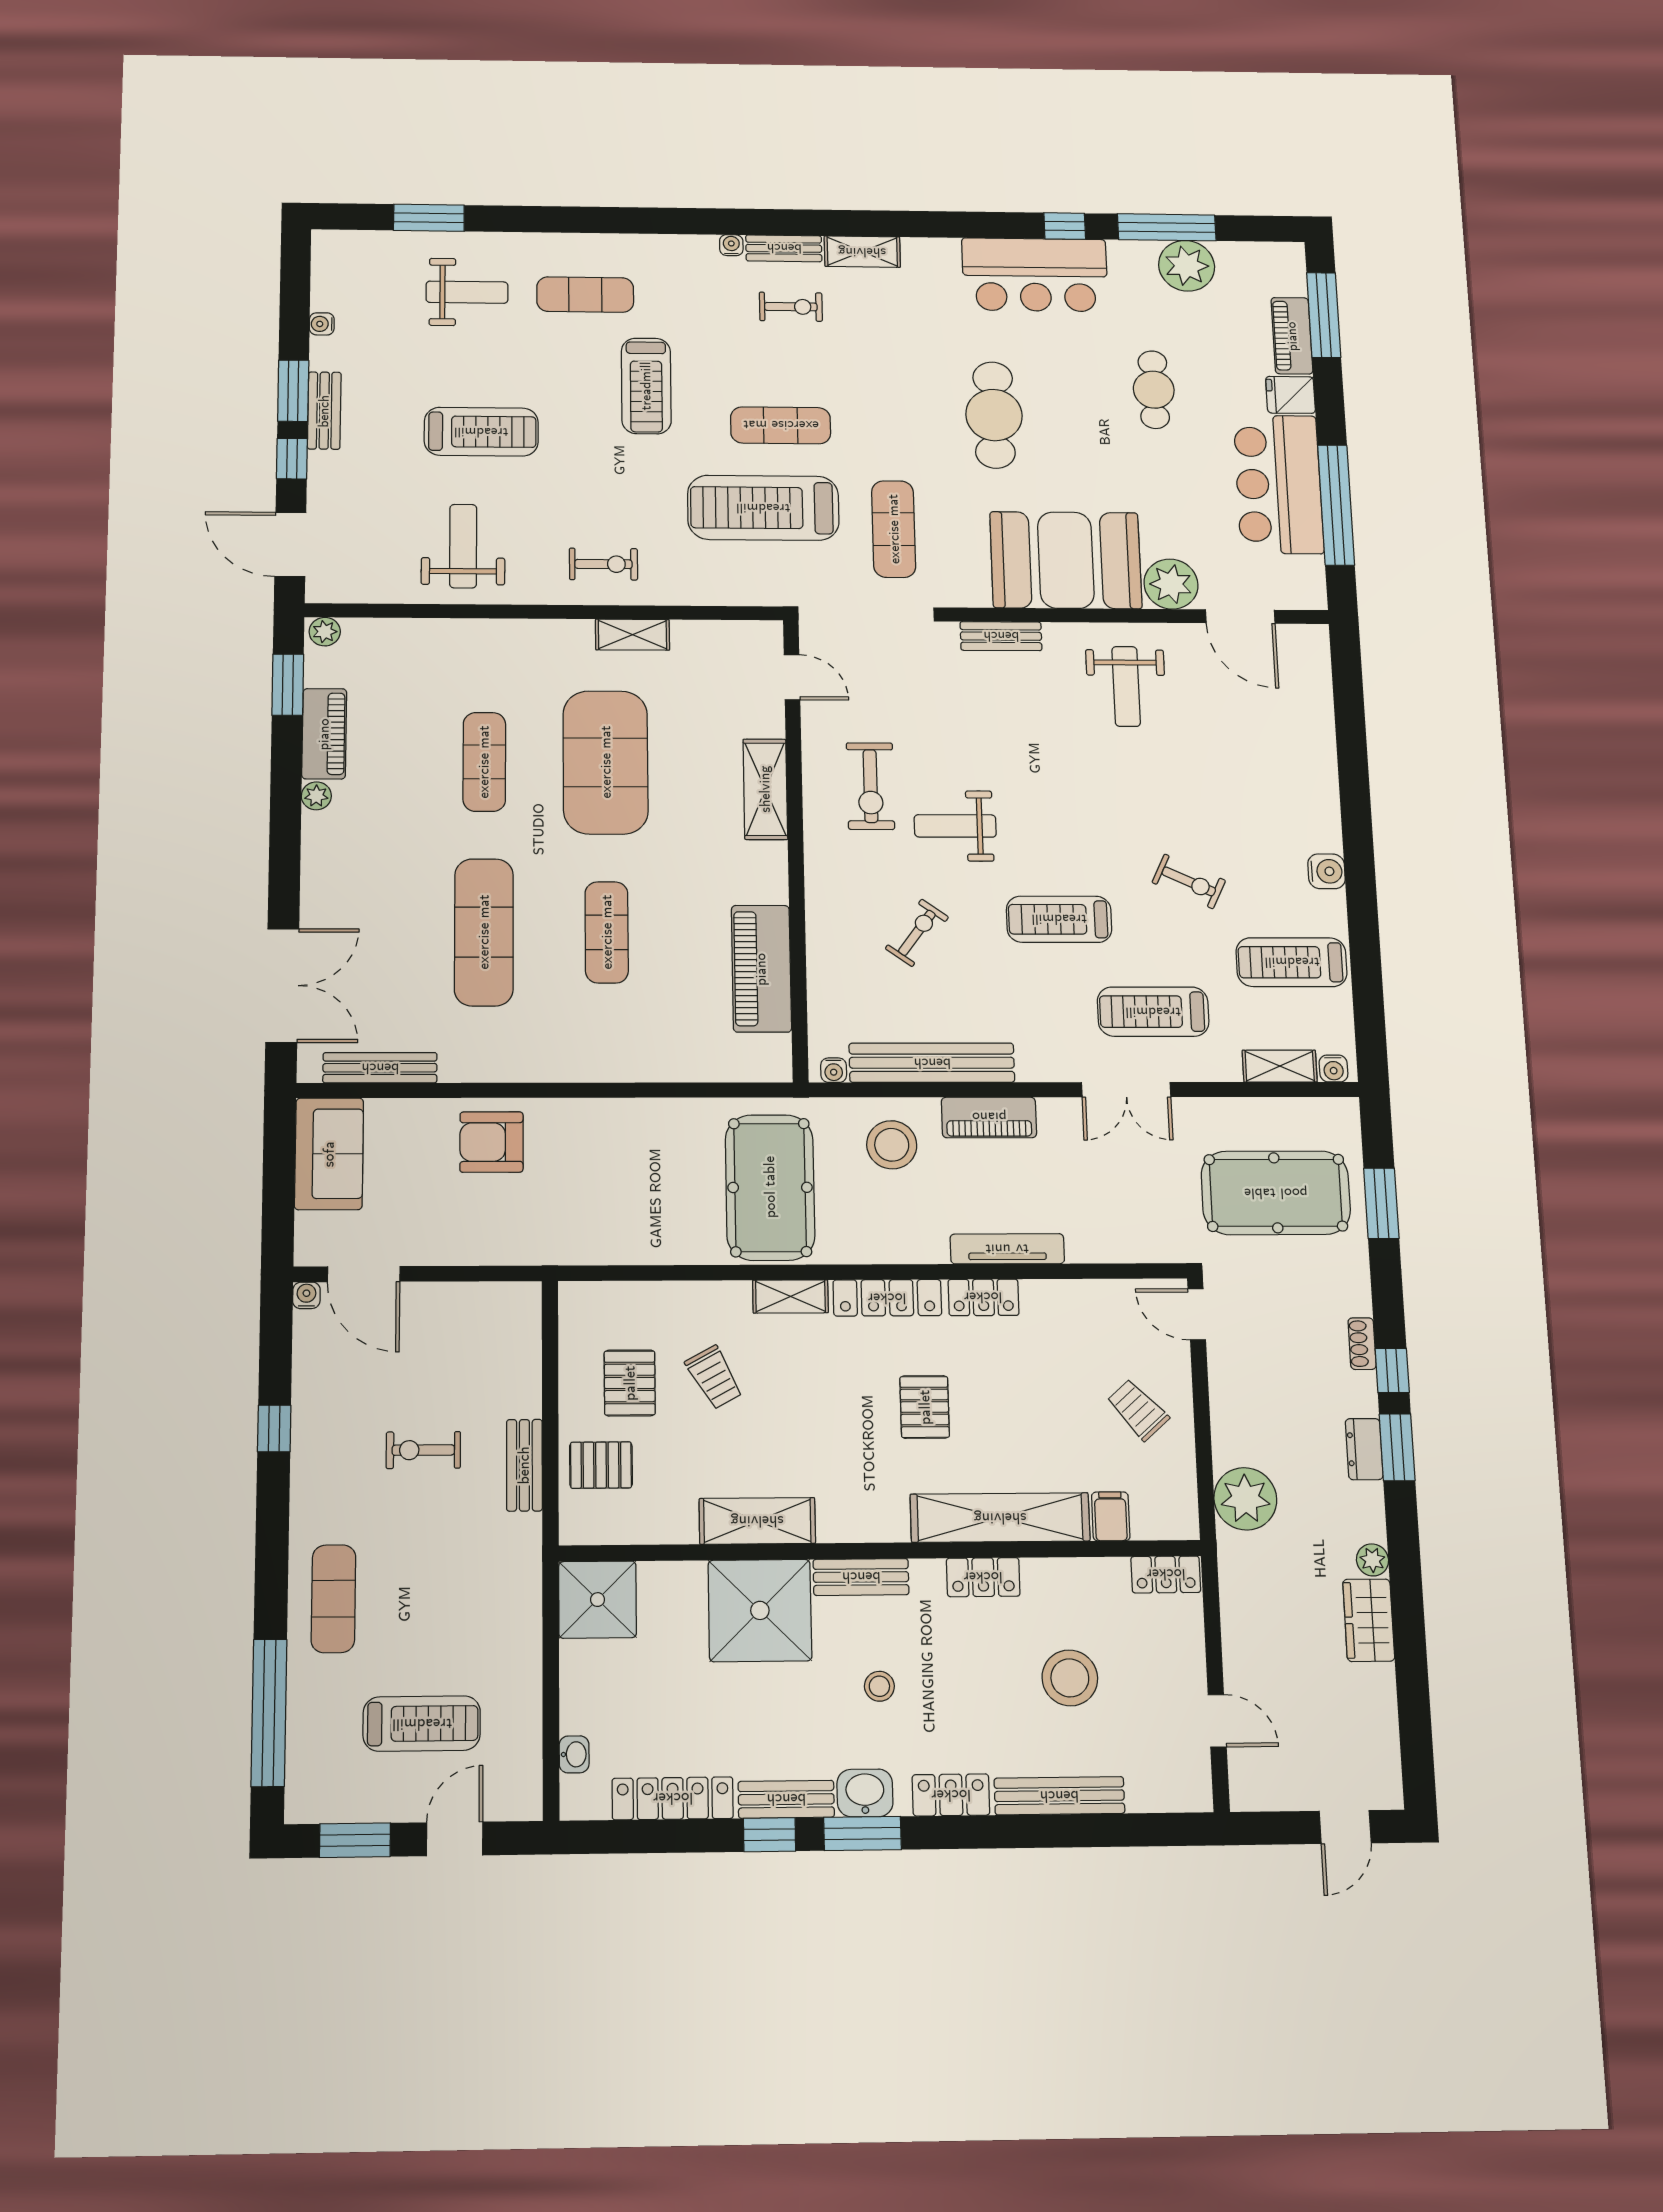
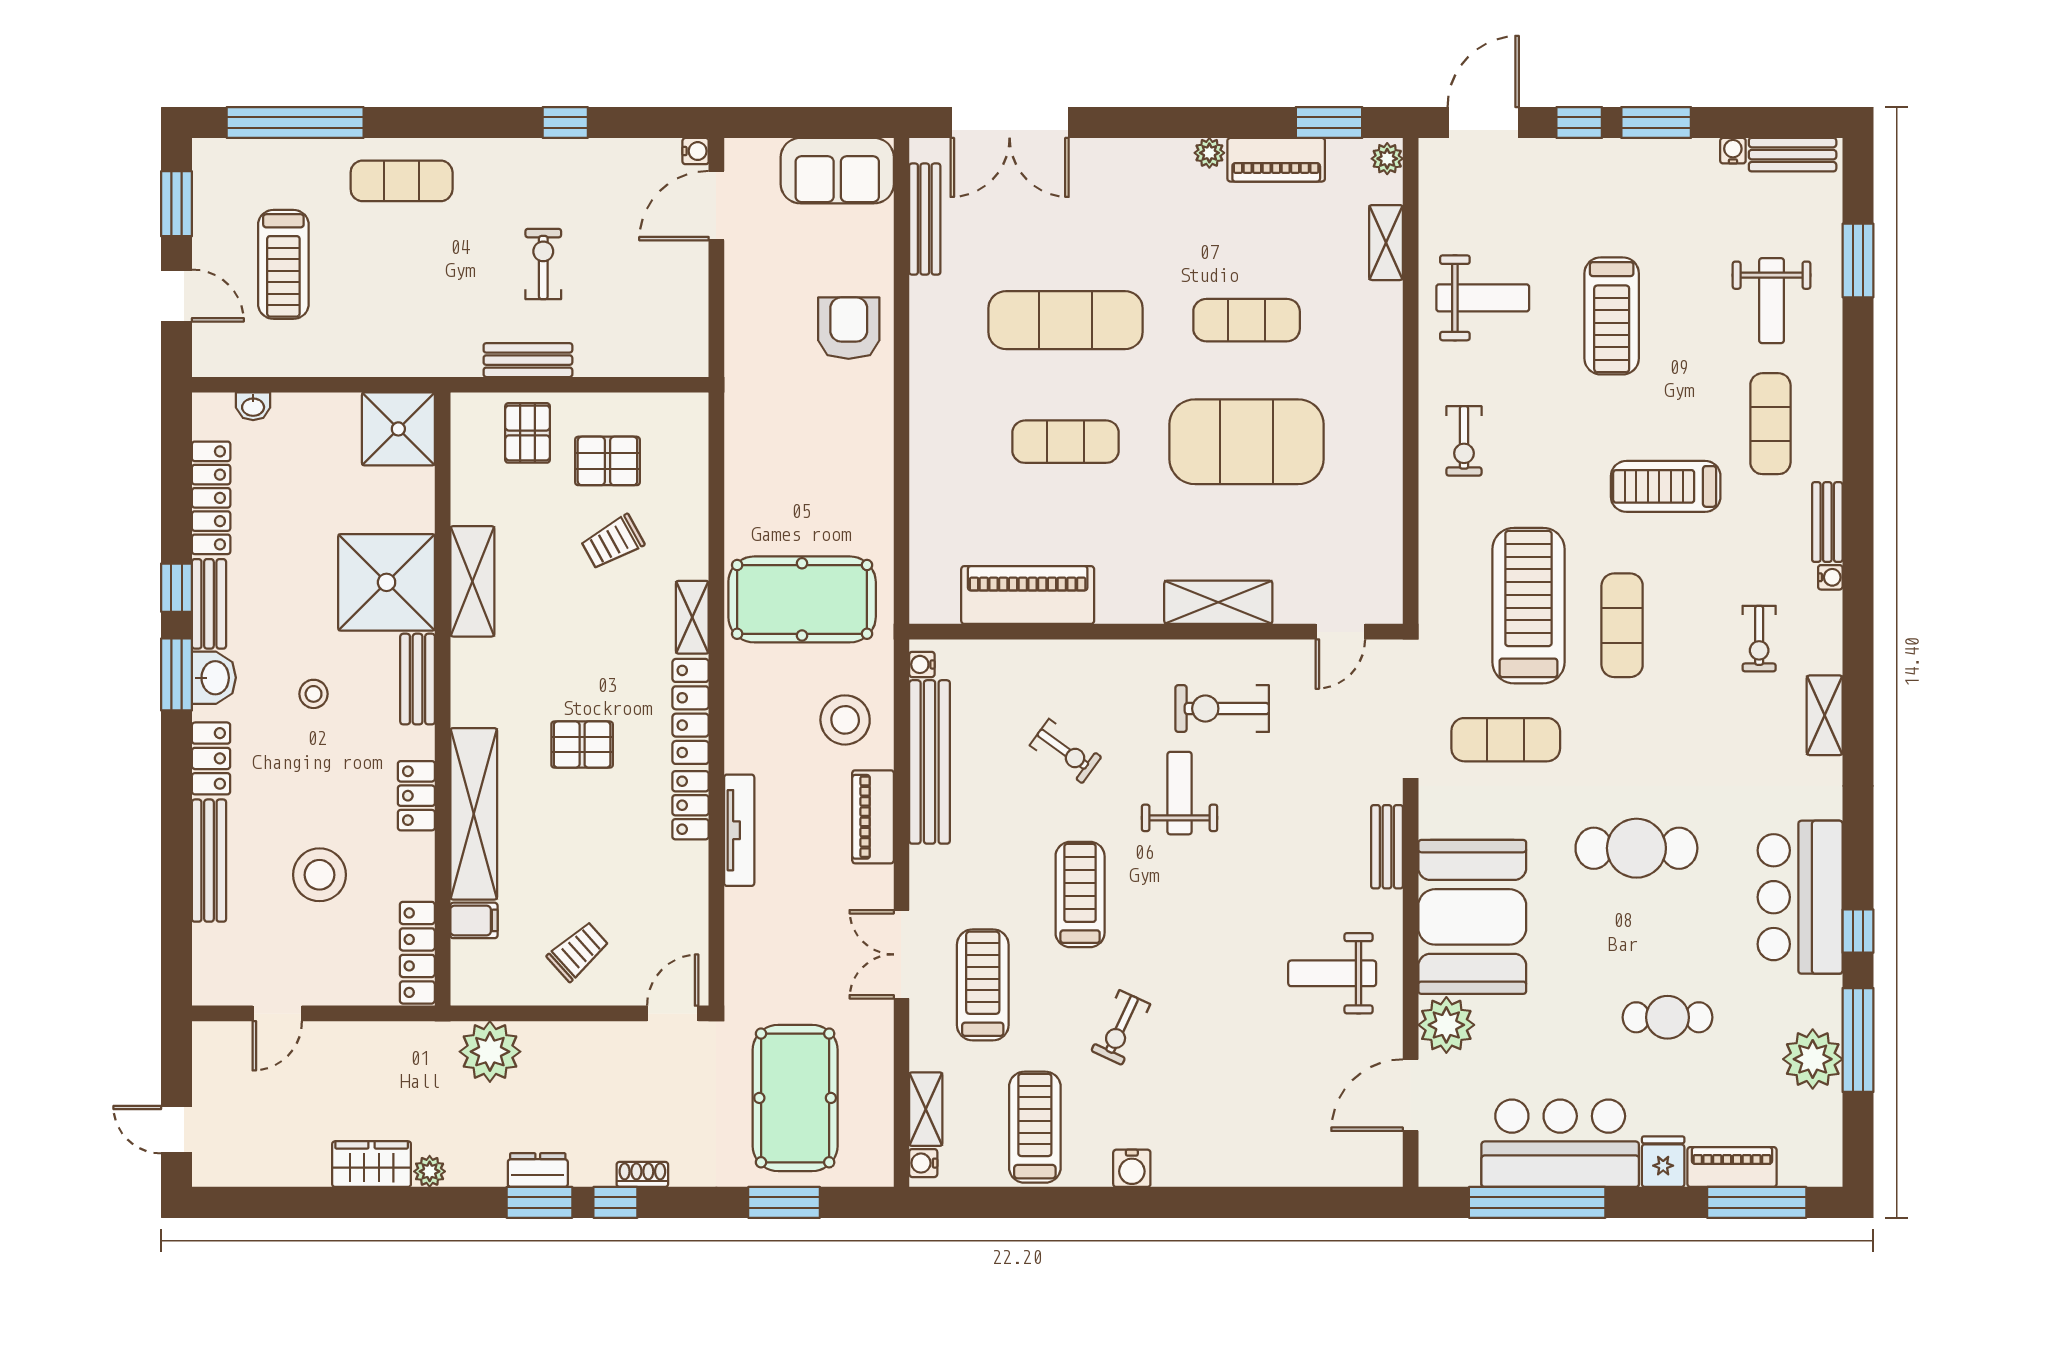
bench: (784, 248) -> (1827, 522), moved
bench: (324, 411) -> (1793, 155), moved
shelving: (632, 635) -> (1386, 243), moved
locker: (1166, 1574) -> (417, 953), width x1.53

